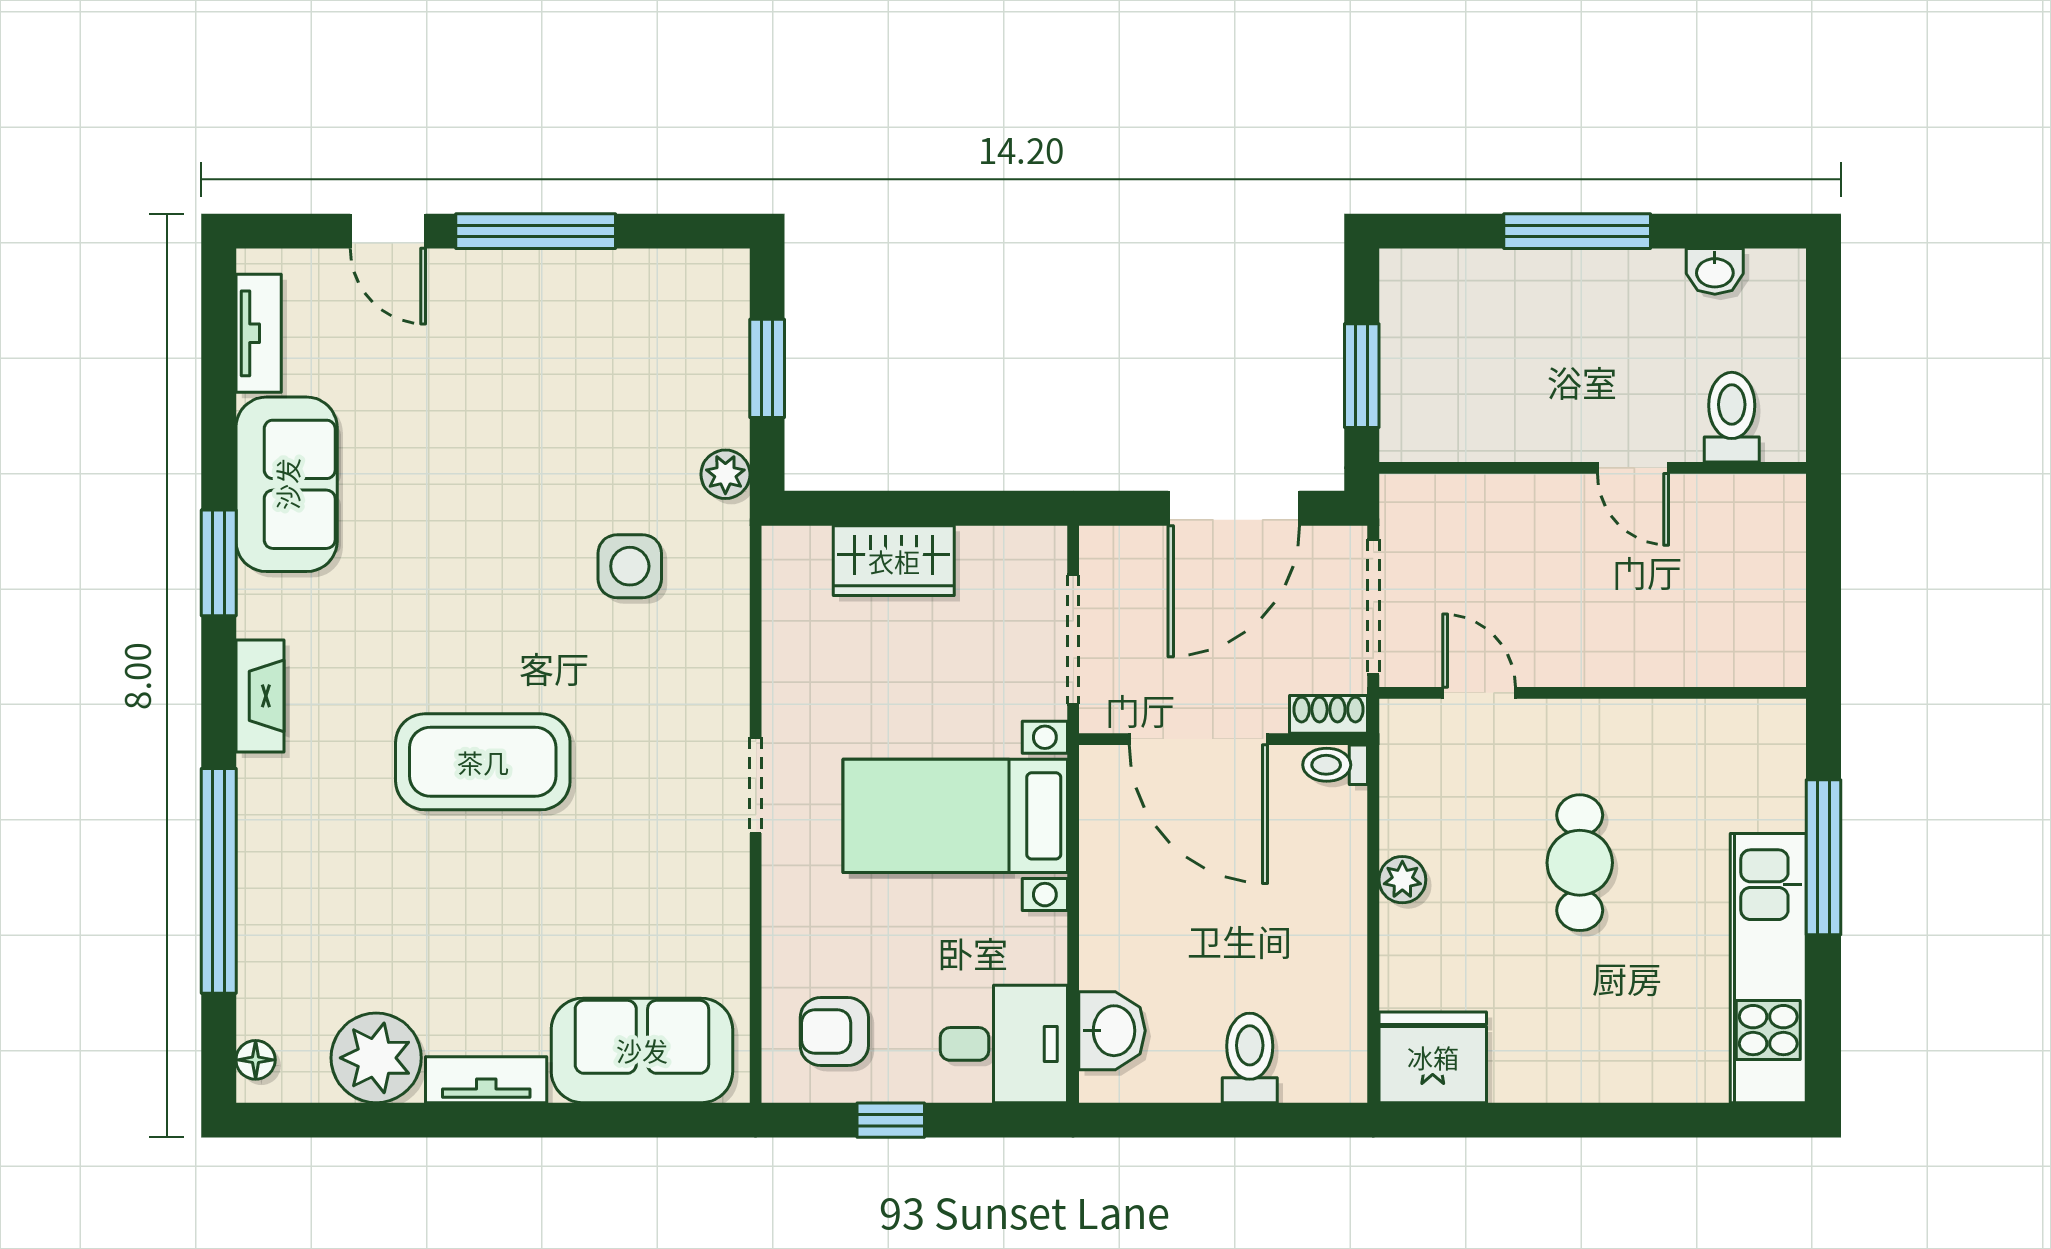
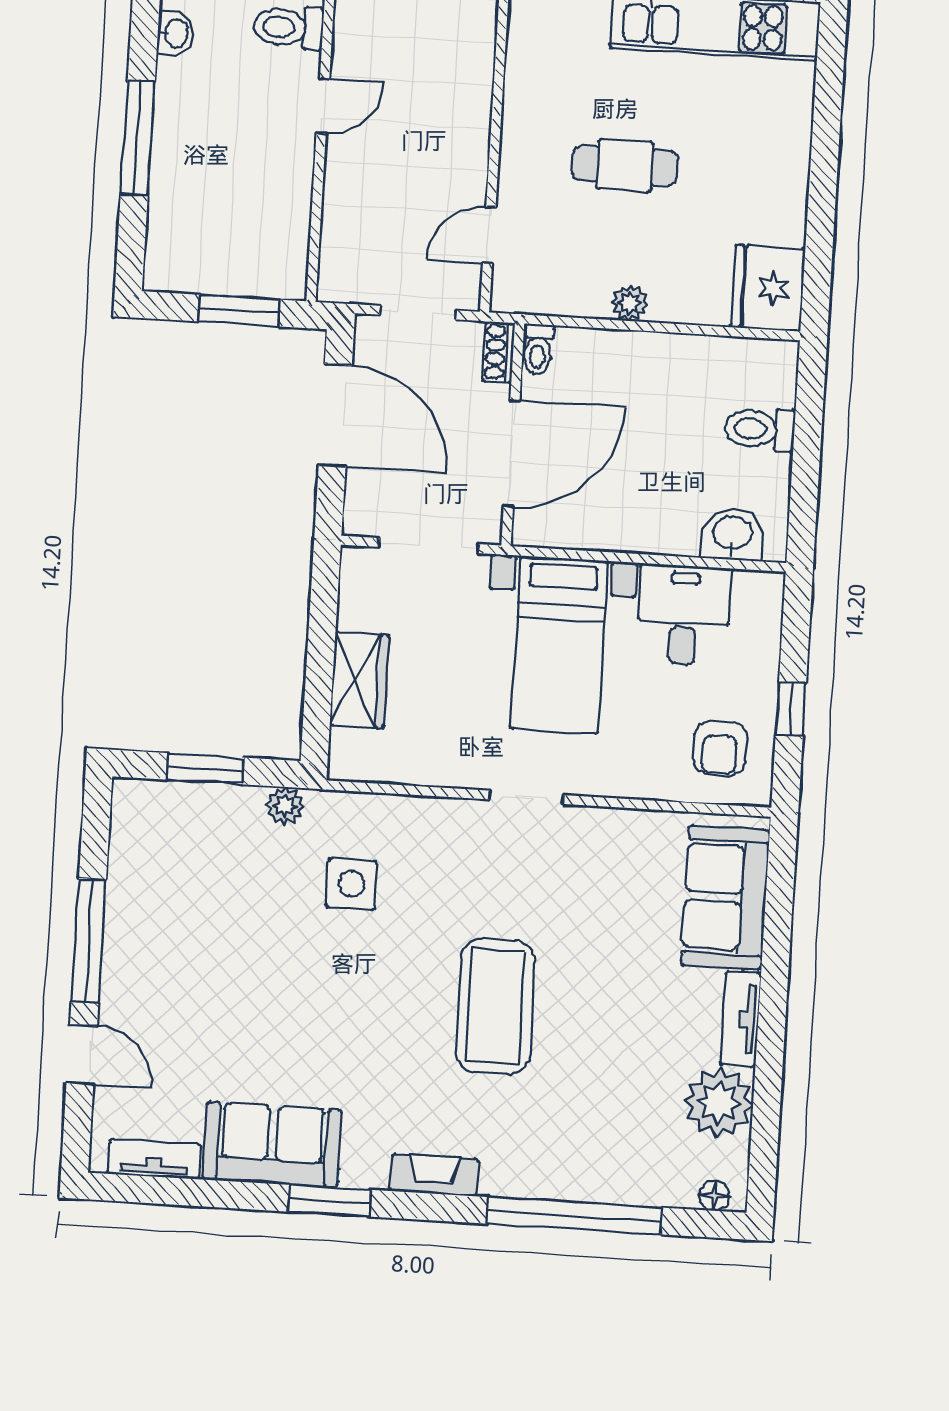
door: (388, 231) -> (82, 1055), hinge flipped
doorway: (1373, 607) -> (418, 313), width x0.73
desk: (1004, 1044) -> (684, 615), moved

